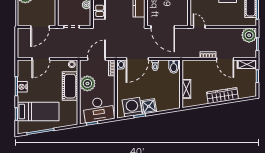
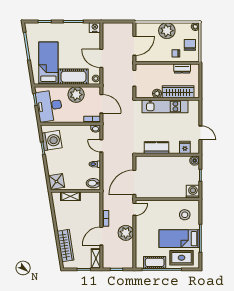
door: (40, 27) -> (134, 46), swing flipped
door: (163, 27) -> (134, 182), moved
plant: (249, 35) -> (126, 233), moved
door: (41, 59) -> (101, 58), moved
door: (137, 59) -> (101, 146), width x0.53
nightstand: (22, 87) -> (95, 28), moved
wardrobe: (222, 96) -> (66, 246), moved
shower: (149, 106) -> (56, 182), moved
bed: (38, 112) -> (48, 63), moved, turned 180

